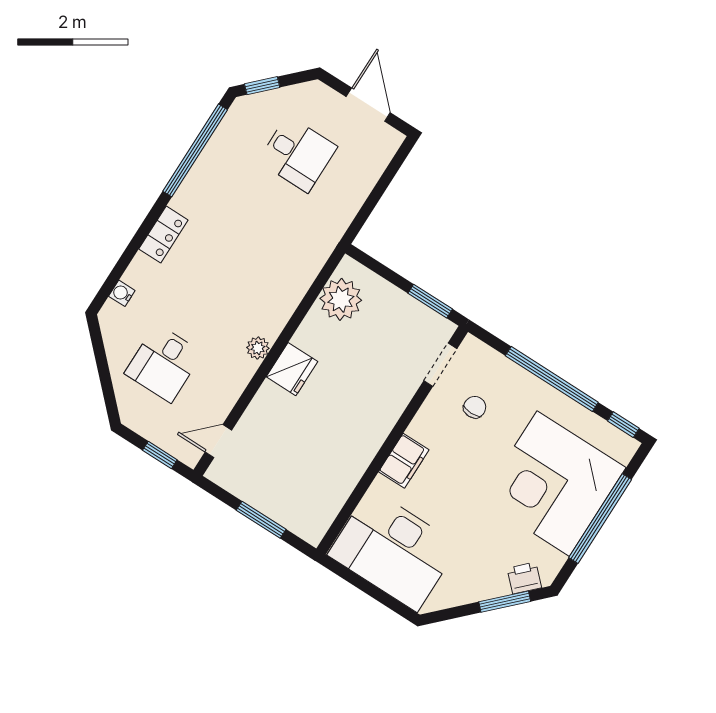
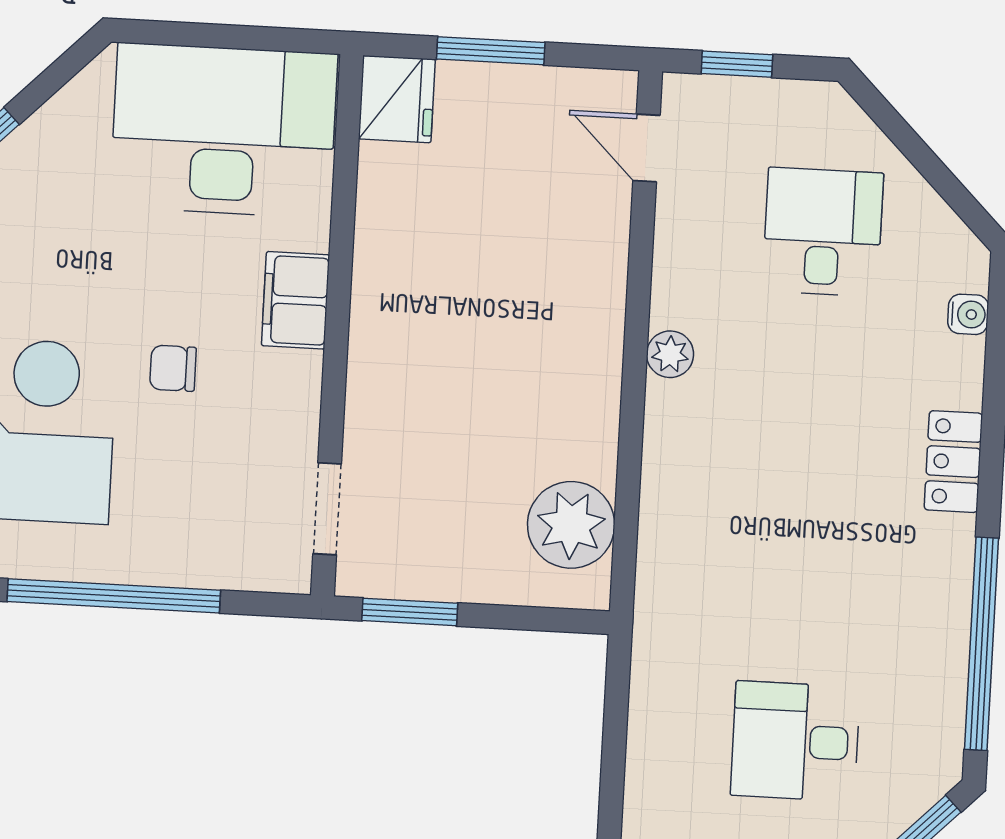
fridge: (292, 369) -> (397, 99), moved, turned 180
chair: (475, 407) -> (173, 368), moved, turned 90
door: (218, 441) -> (646, 148), swing flipped

